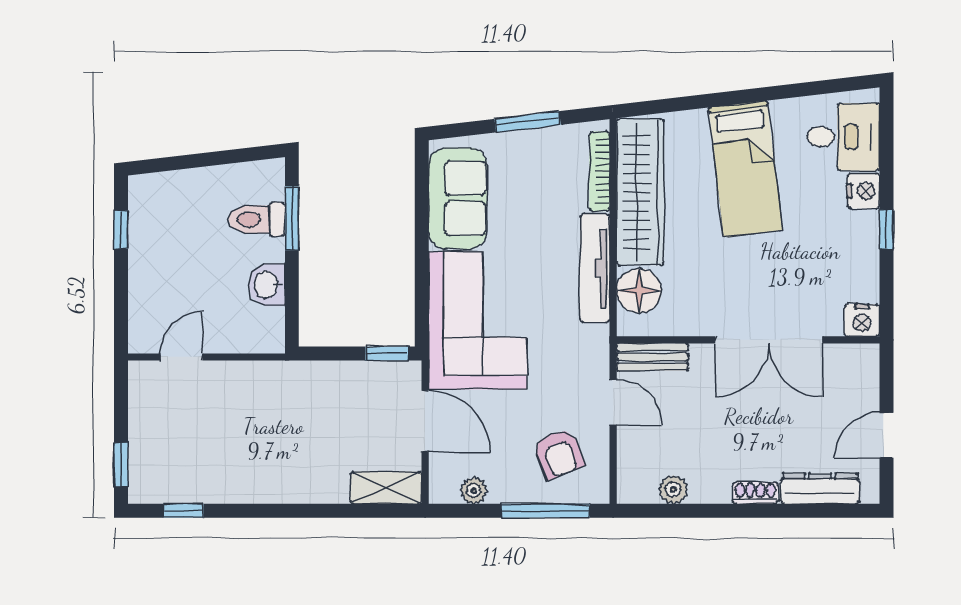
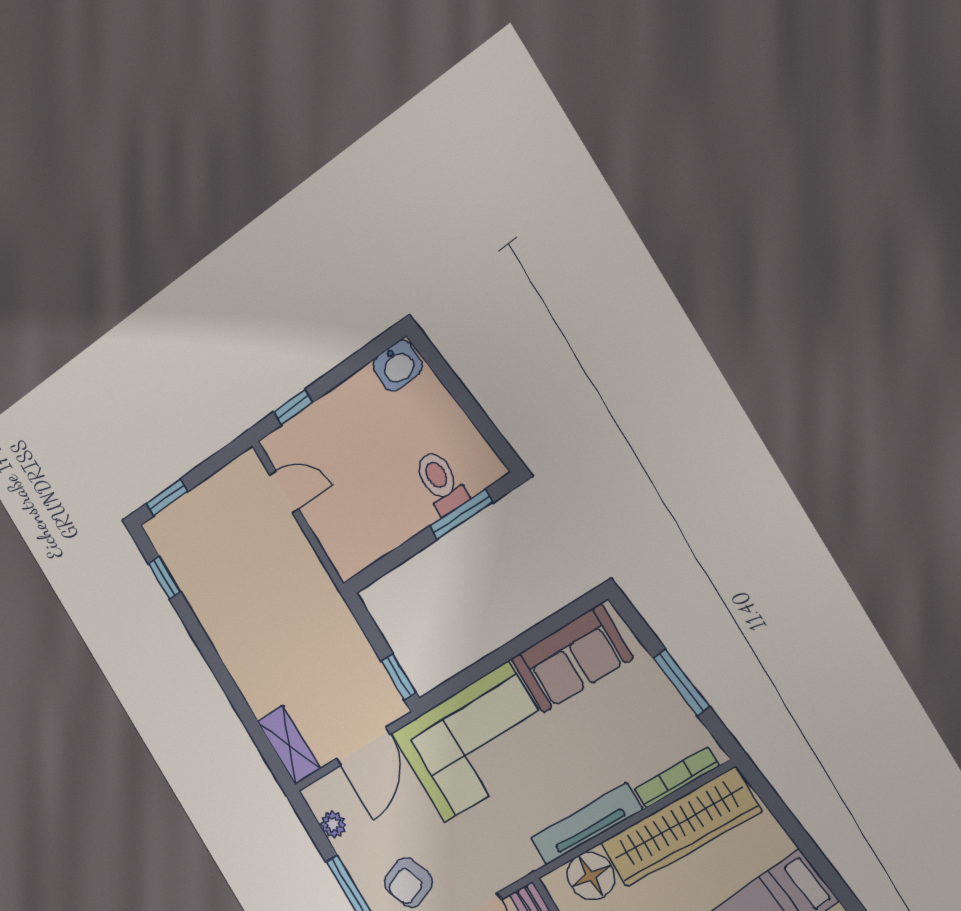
window: (121, 230) -> (293, 407), moved
washbasin: (267, 285) -> (398, 366), moved, turned 180

